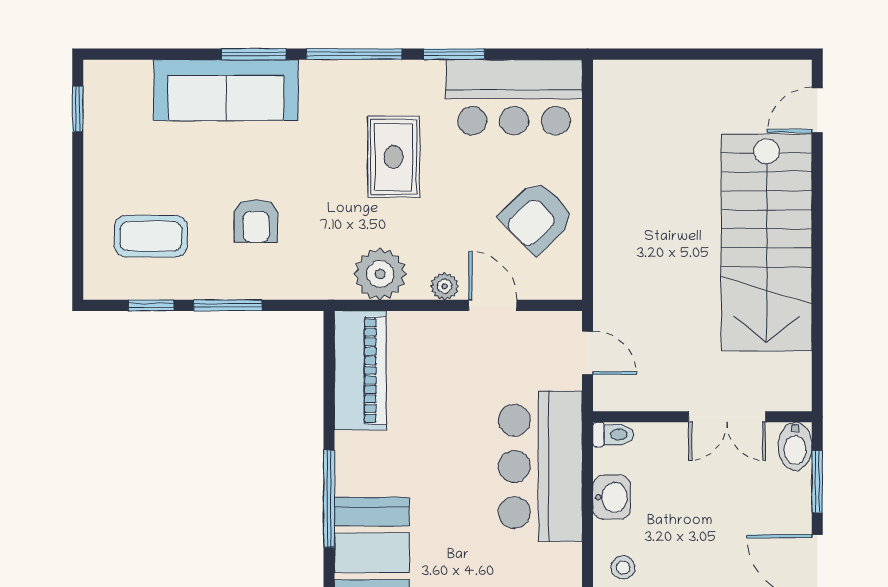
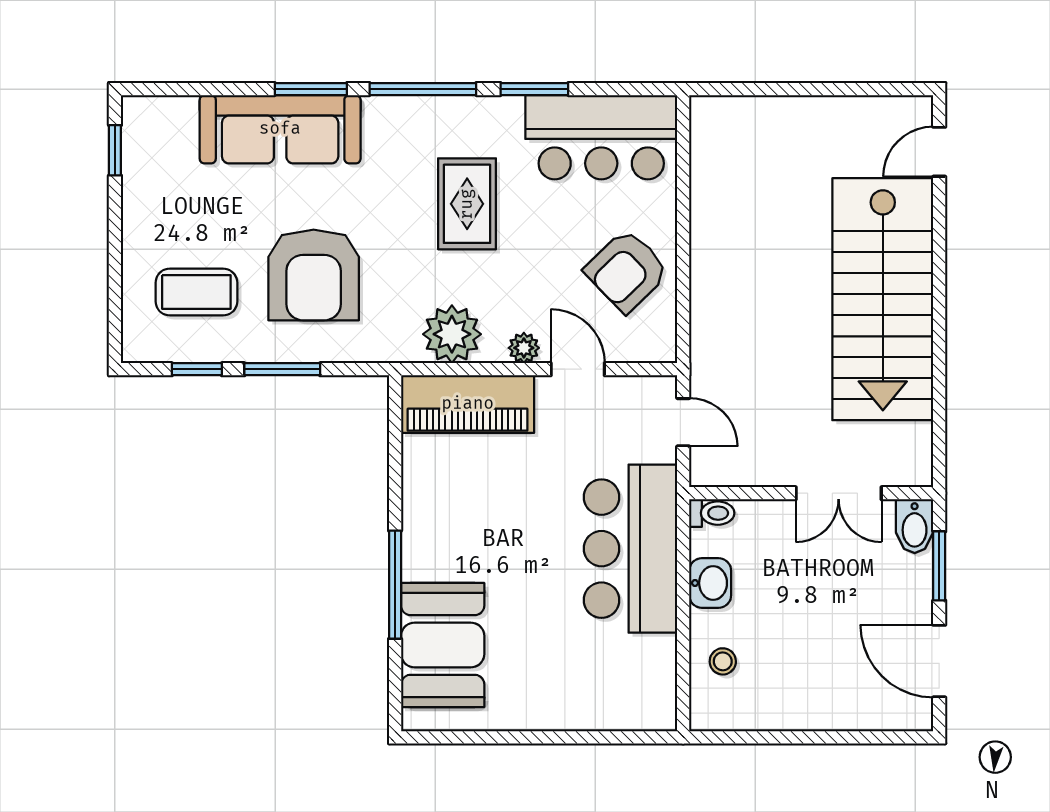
armchair: (256, 221) -> (314, 275), width x1.88, depth x1.88
piano: (360, 370) -> (468, 404), moved, turned 90

